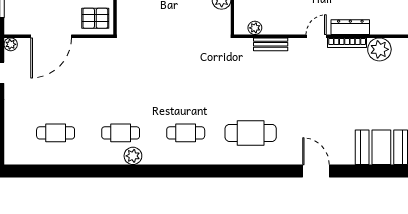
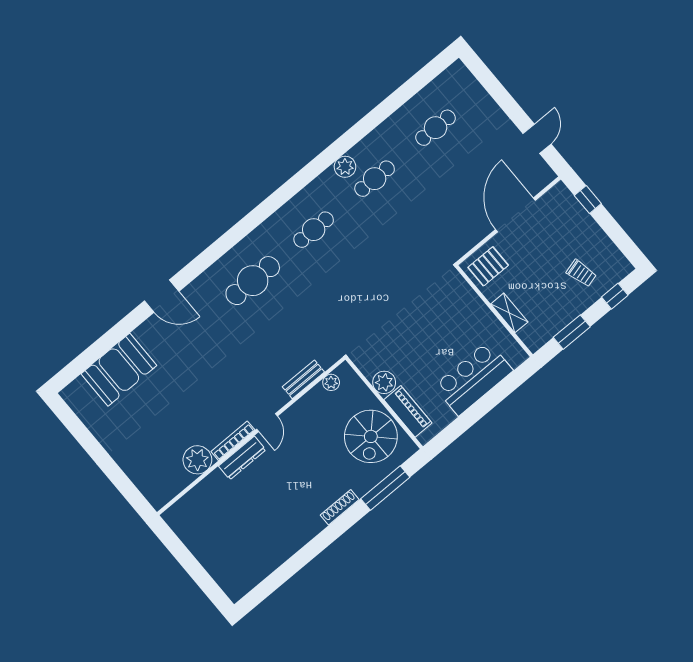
plant: (11, 44) -> (547, 175), removed

